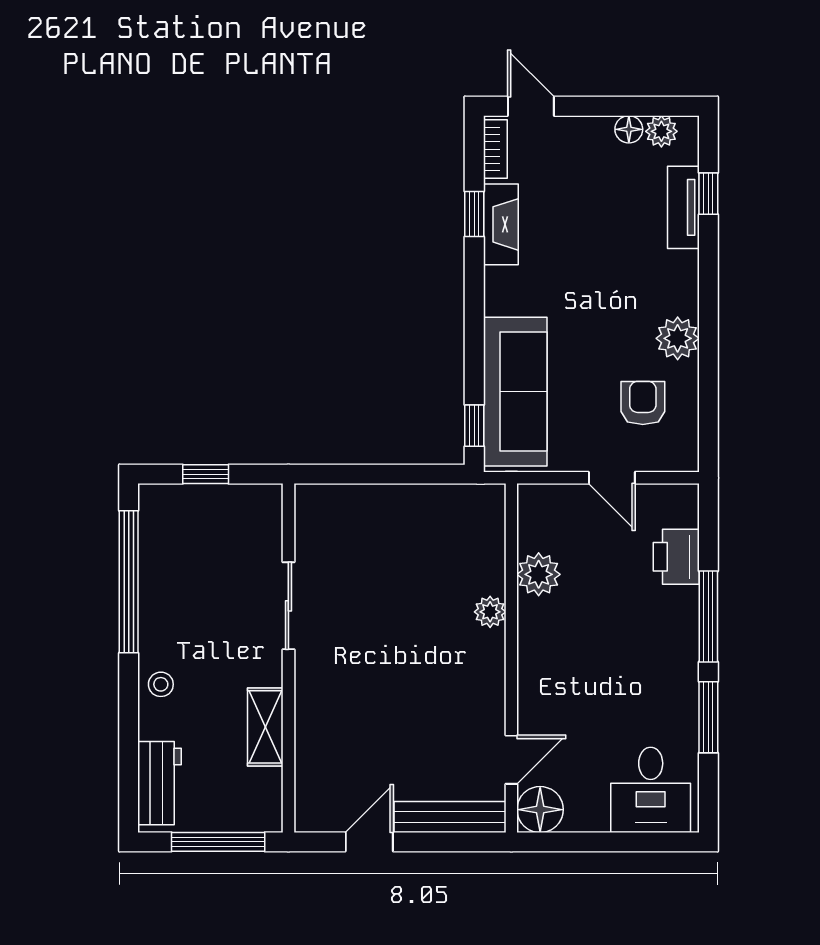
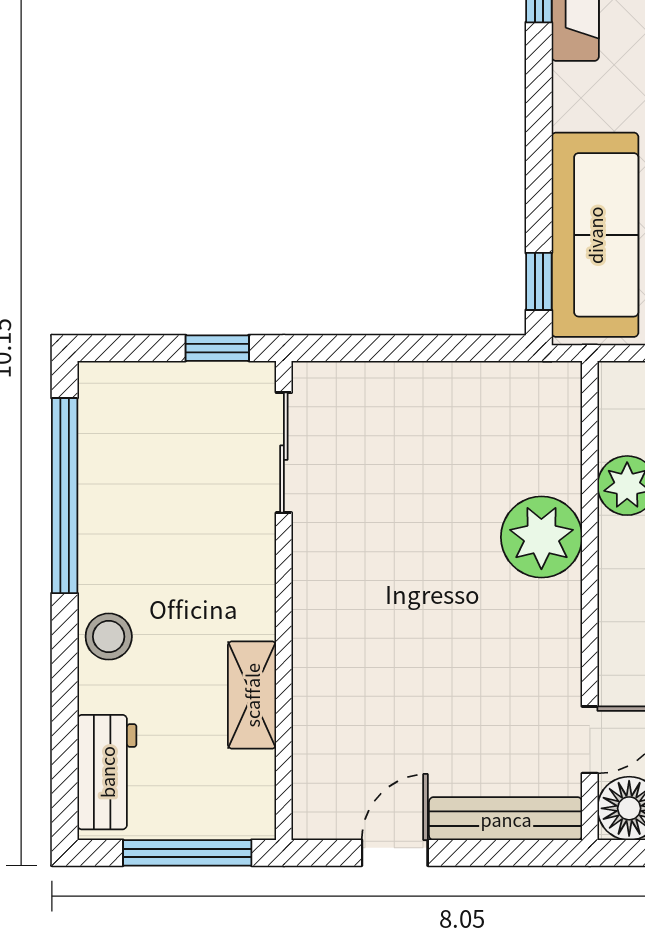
window: (206, 474) -> (217, 348), moved
sliding door: (288, 606) -> (284, 453), moved
plant: (490, 612) -> (541, 537), width x1.88, depth x1.88
stool: (161, 684) -> (109, 637), width x1.37, depth x1.37

